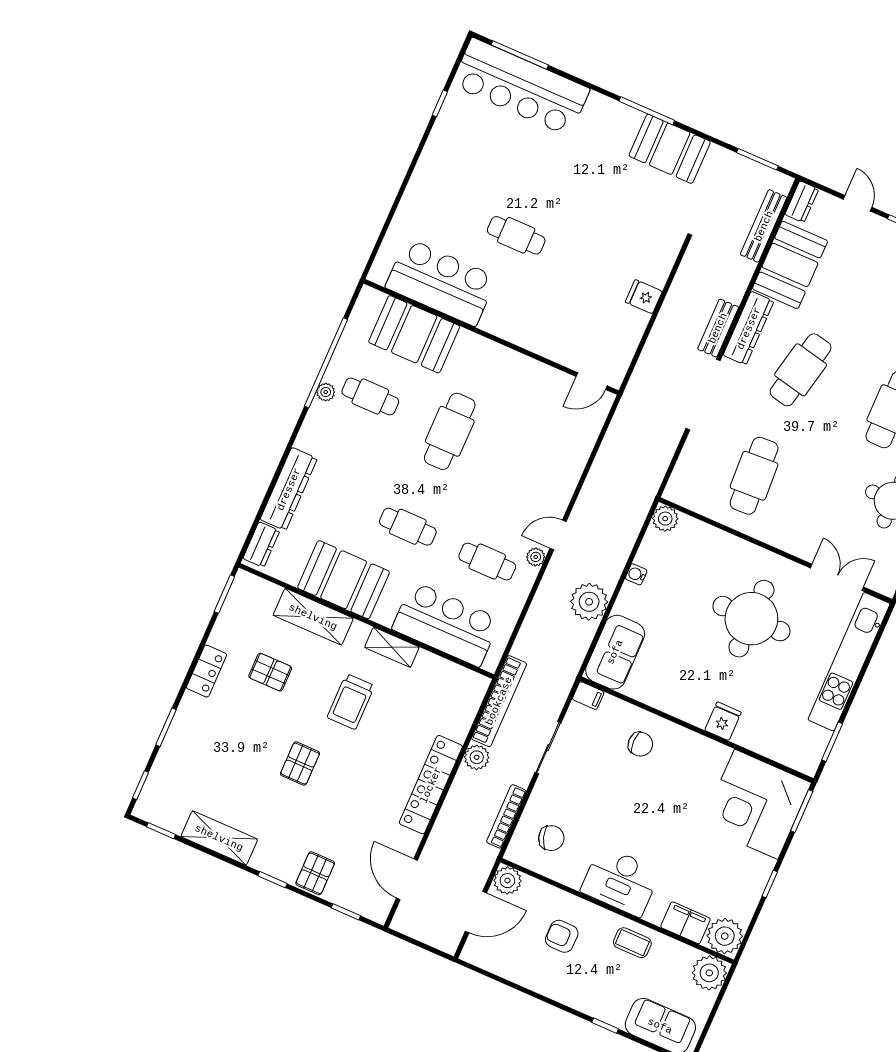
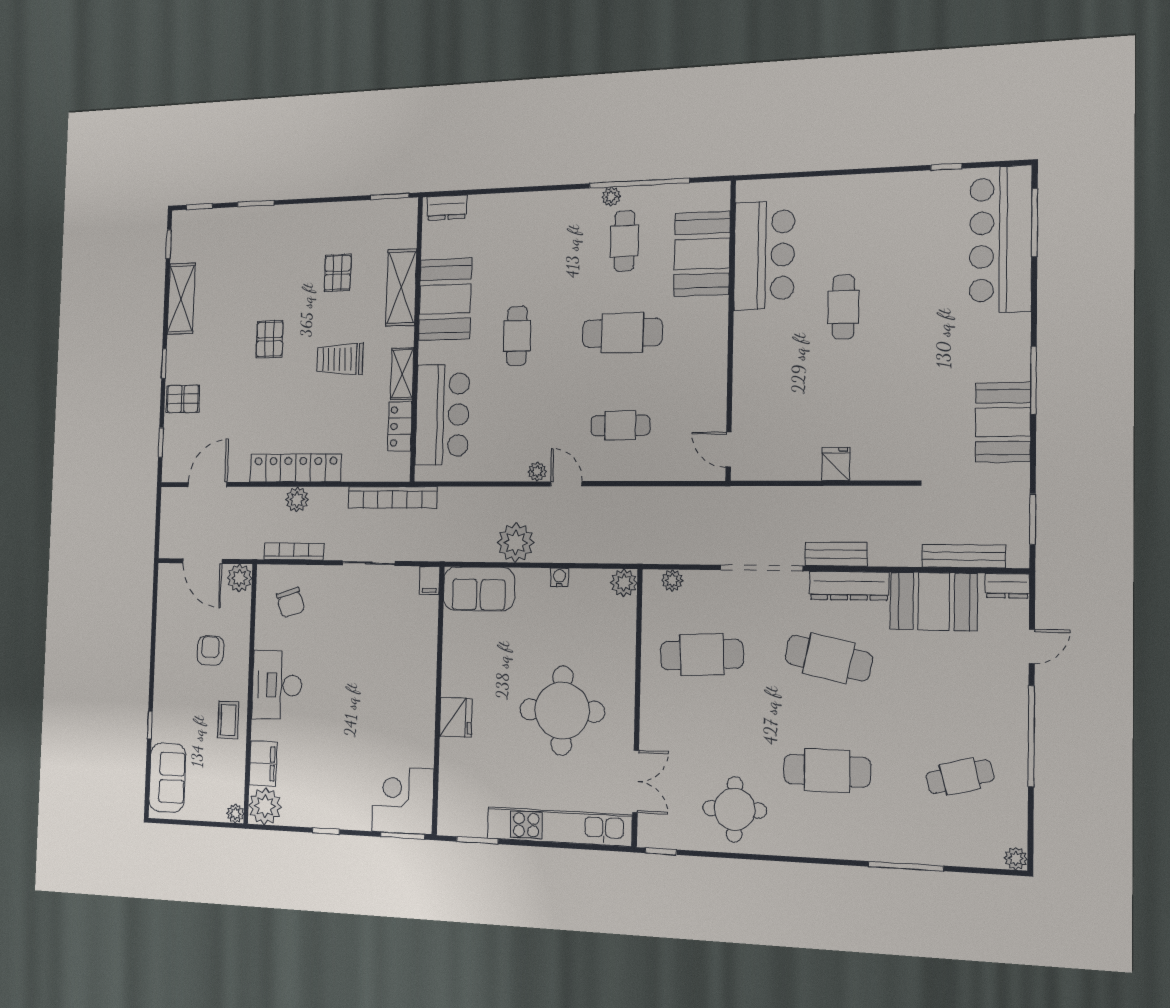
plant: (681, 476) -> (672, 580), added
dresser: (289, 489) -> (507, 207), removed
cafe table: (487, 562) -> (620, 426), moved, turned 90
locker: (207, 671) -> (400, 426), moved, turned 90
fridge: (723, 721) -> (456, 717), width x1.38
chair: (640, 744) -> (405, 651), removed
plant: (477, 757) -> (297, 500), moved
pallet: (300, 764) -> (270, 339), turned 90
corner desk: (756, 804) -> (403, 800), width x0.74, depth x0.74
plant: (709, 973) -> (235, 814), width x0.53, depth x0.53

